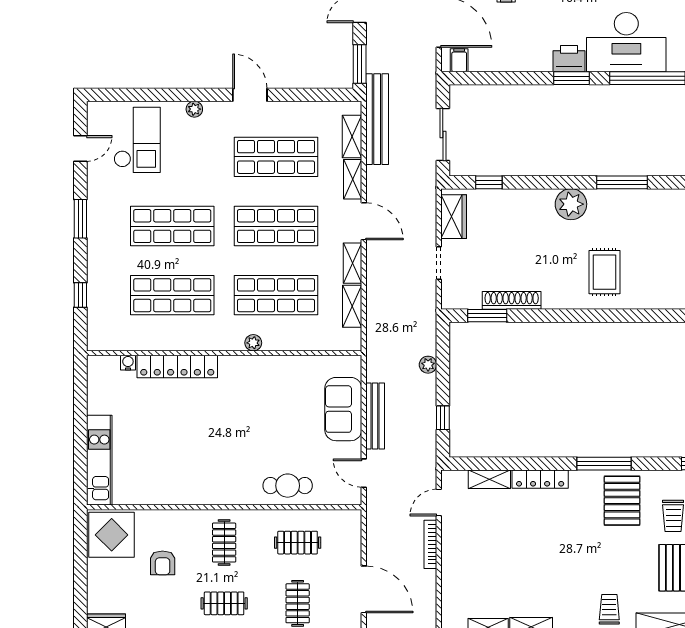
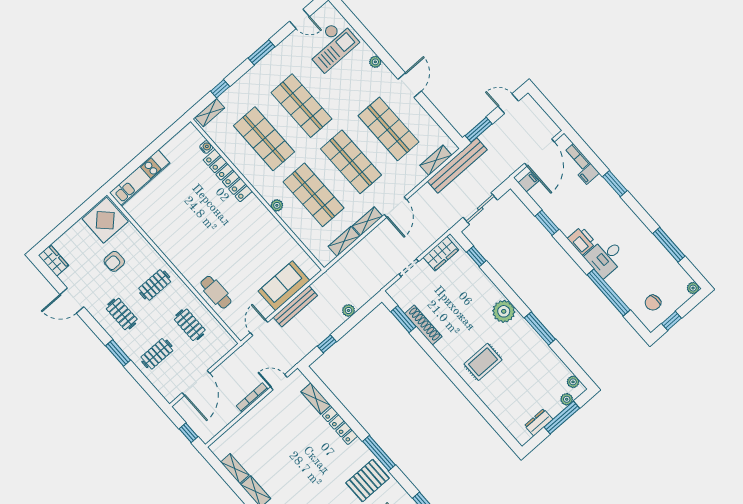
desk: (626, 42) -> (605, 257), width x0.53, depth x0.77
window: (571, 78) -> (547, 223), moved
shelving: (353, 179) -> (210, 113), moved

